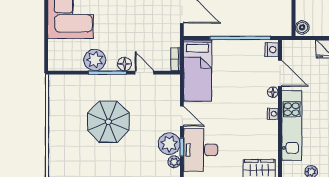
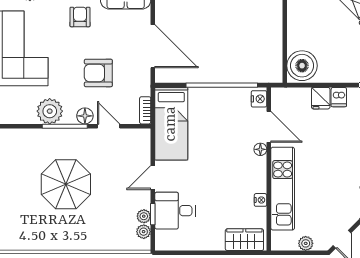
boiler: (302, 27) -> (302, 66), width x1.86, depth x1.86
armchair: (136, 28) -> (98, 73), added
nightstand: (273, 114) -> (260, 200), moved
door: (182, 116) -> (153, 178), swing flipped
plant: (169, 144) -> (144, 216), width x0.53, depth x0.53
desk: (201, 150) -> (175, 211), width x0.73

